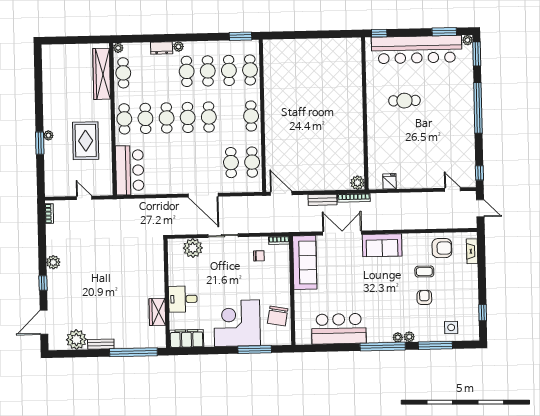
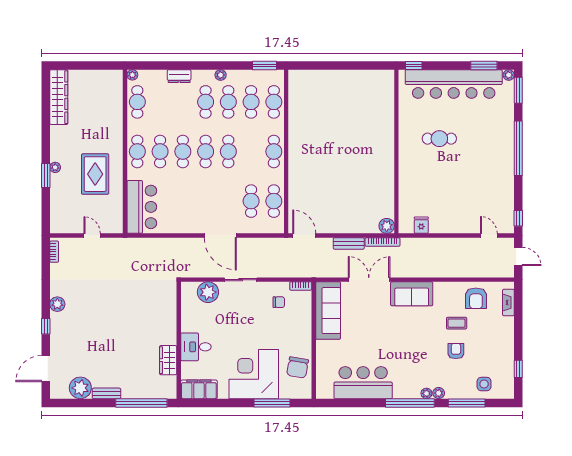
plant: (178, 47) -> (221, 75), moved
wardrobe: (102, 74) -> (59, 97), moved, turned 180
armchair: (442, 248) -> (476, 298), turned 90

